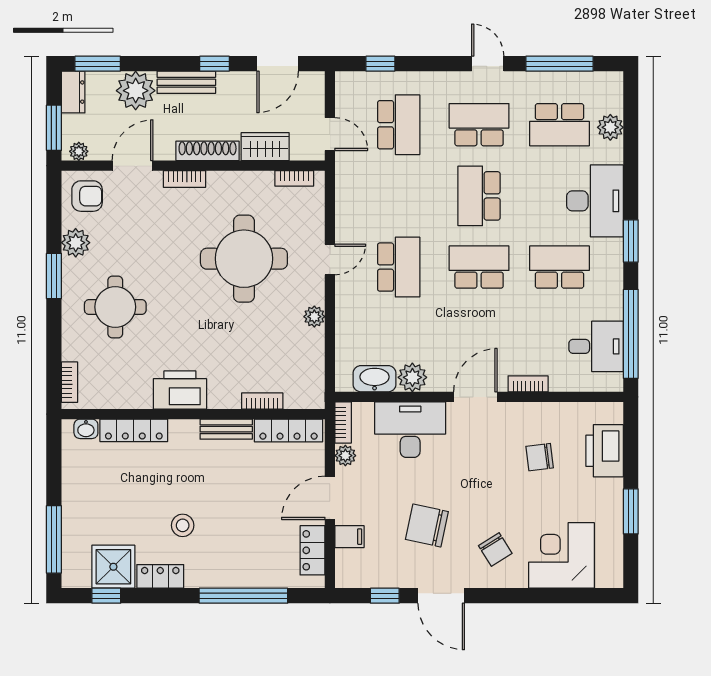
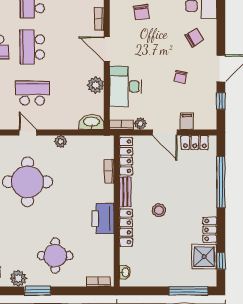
washbasin: (375, 379) -> (92, 122), moved, turned 90
locker: (134, 430) -> (126, 228), moved
stool: (183, 525) -> (159, 210), moved
chair: (427, 526) -> (181, 77), width x0.54, depth x0.54

